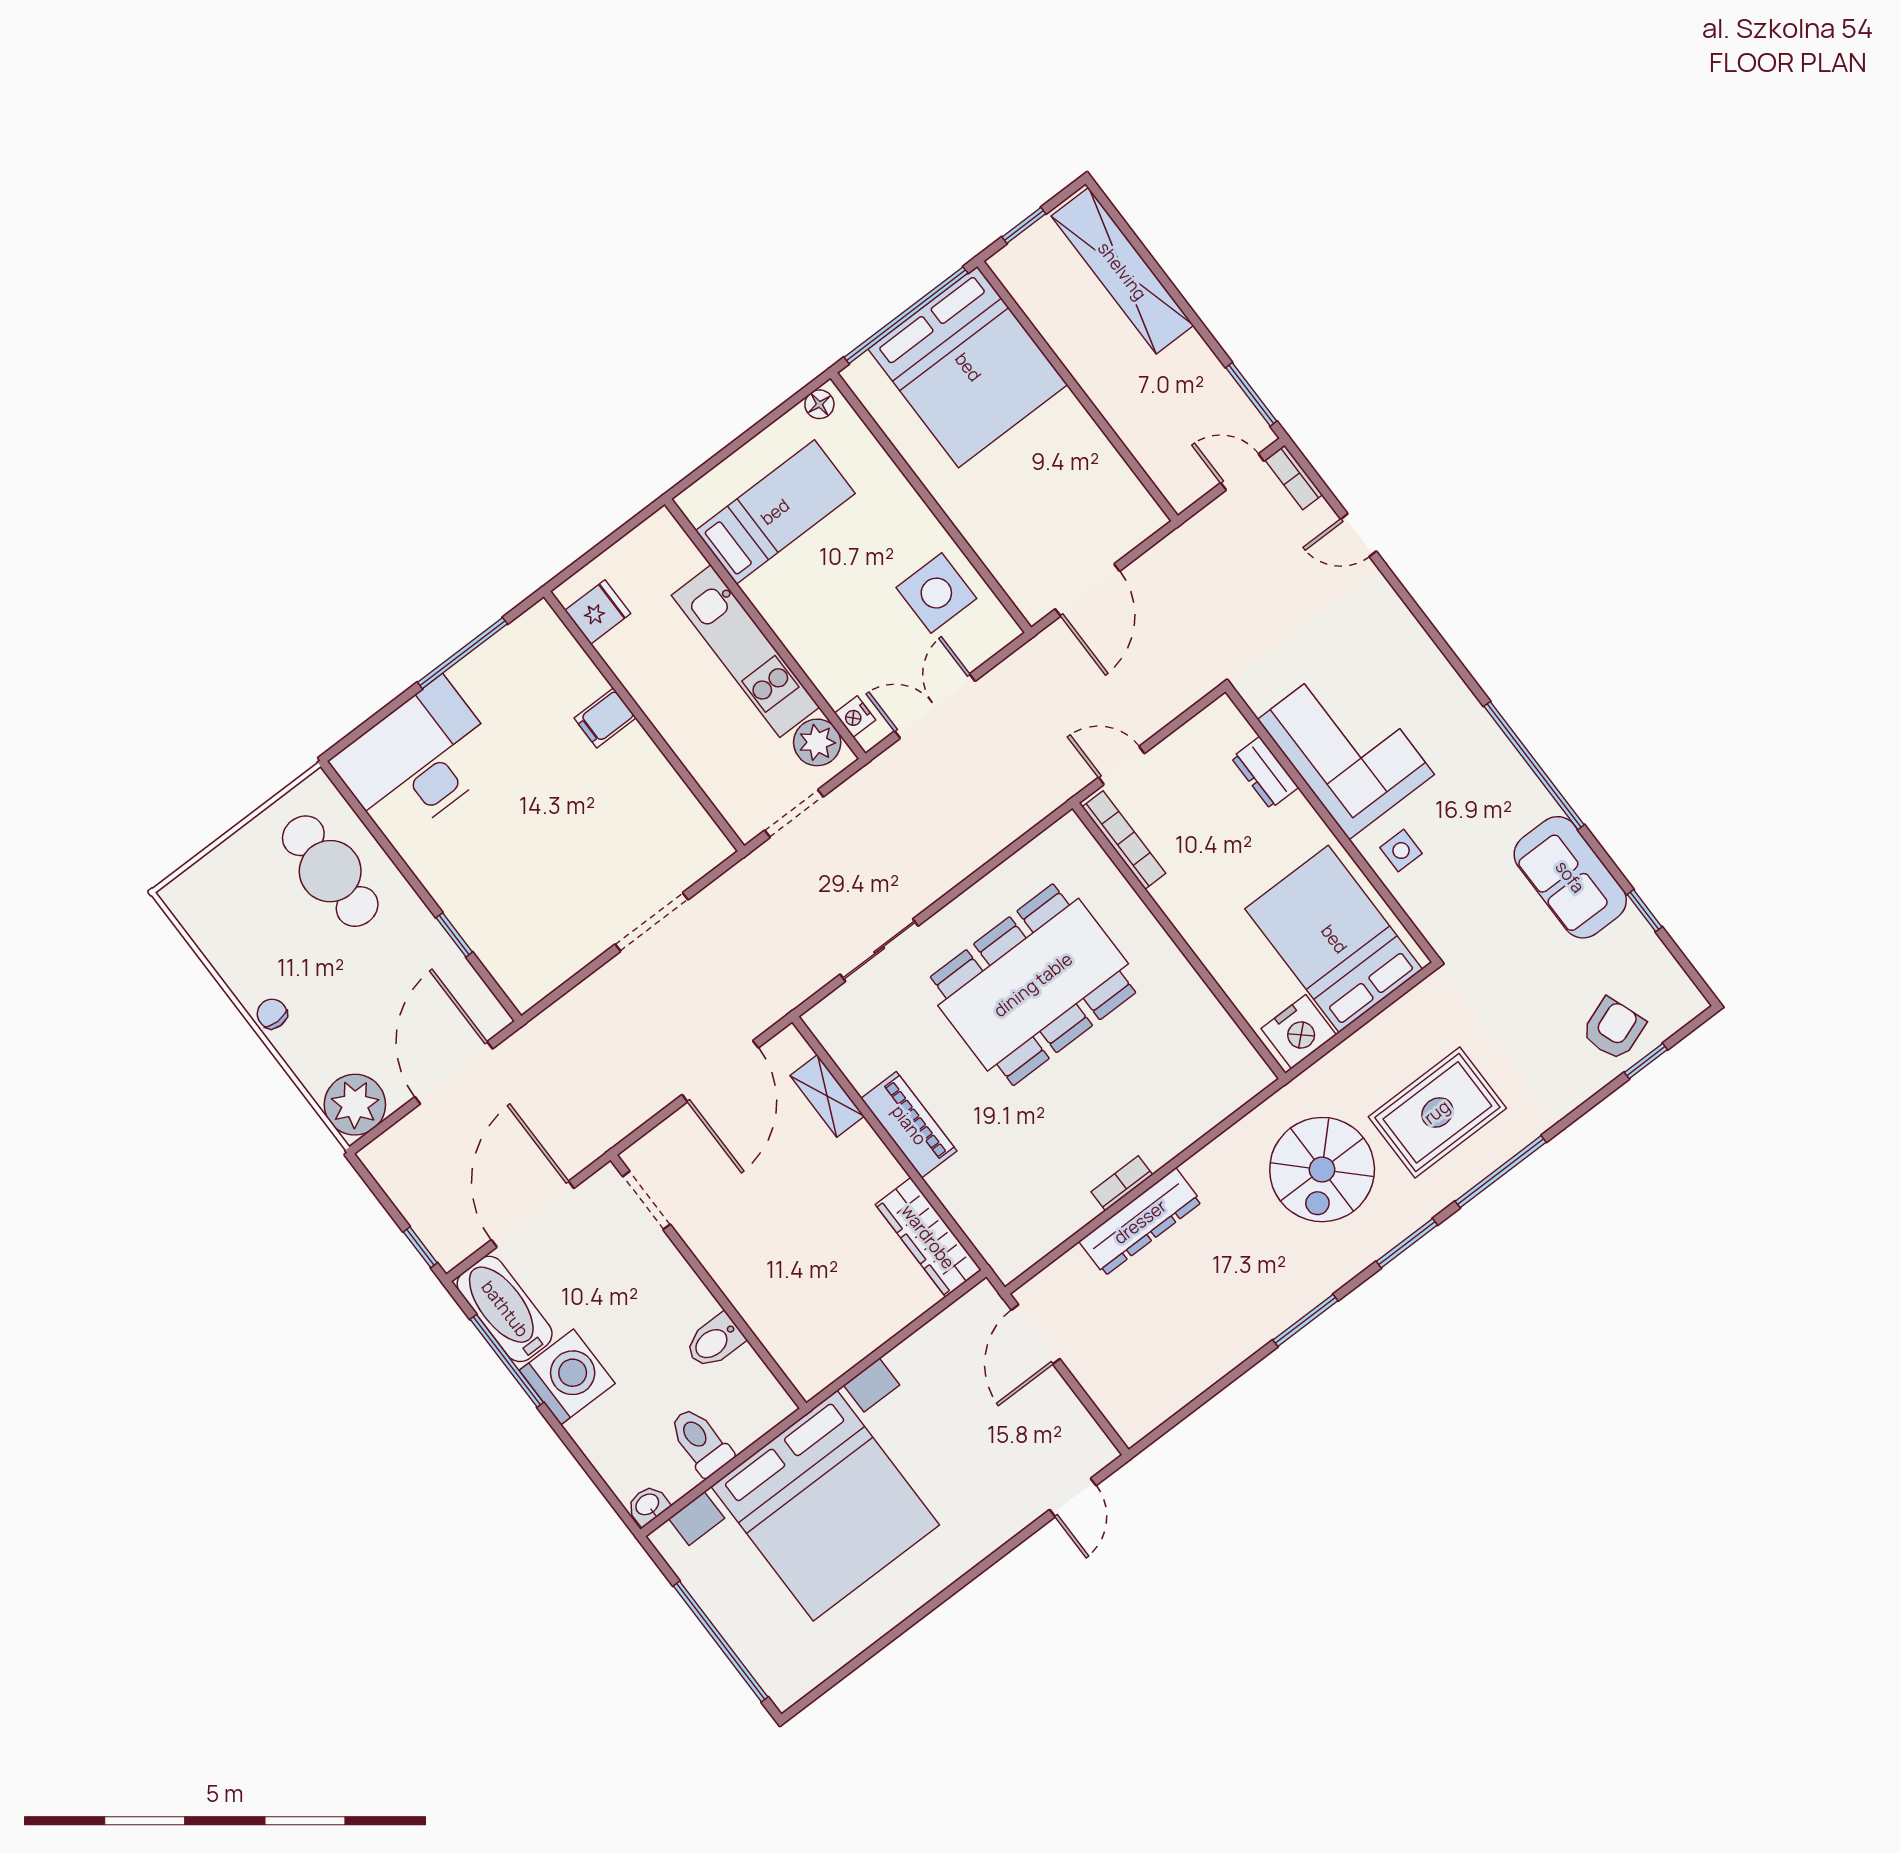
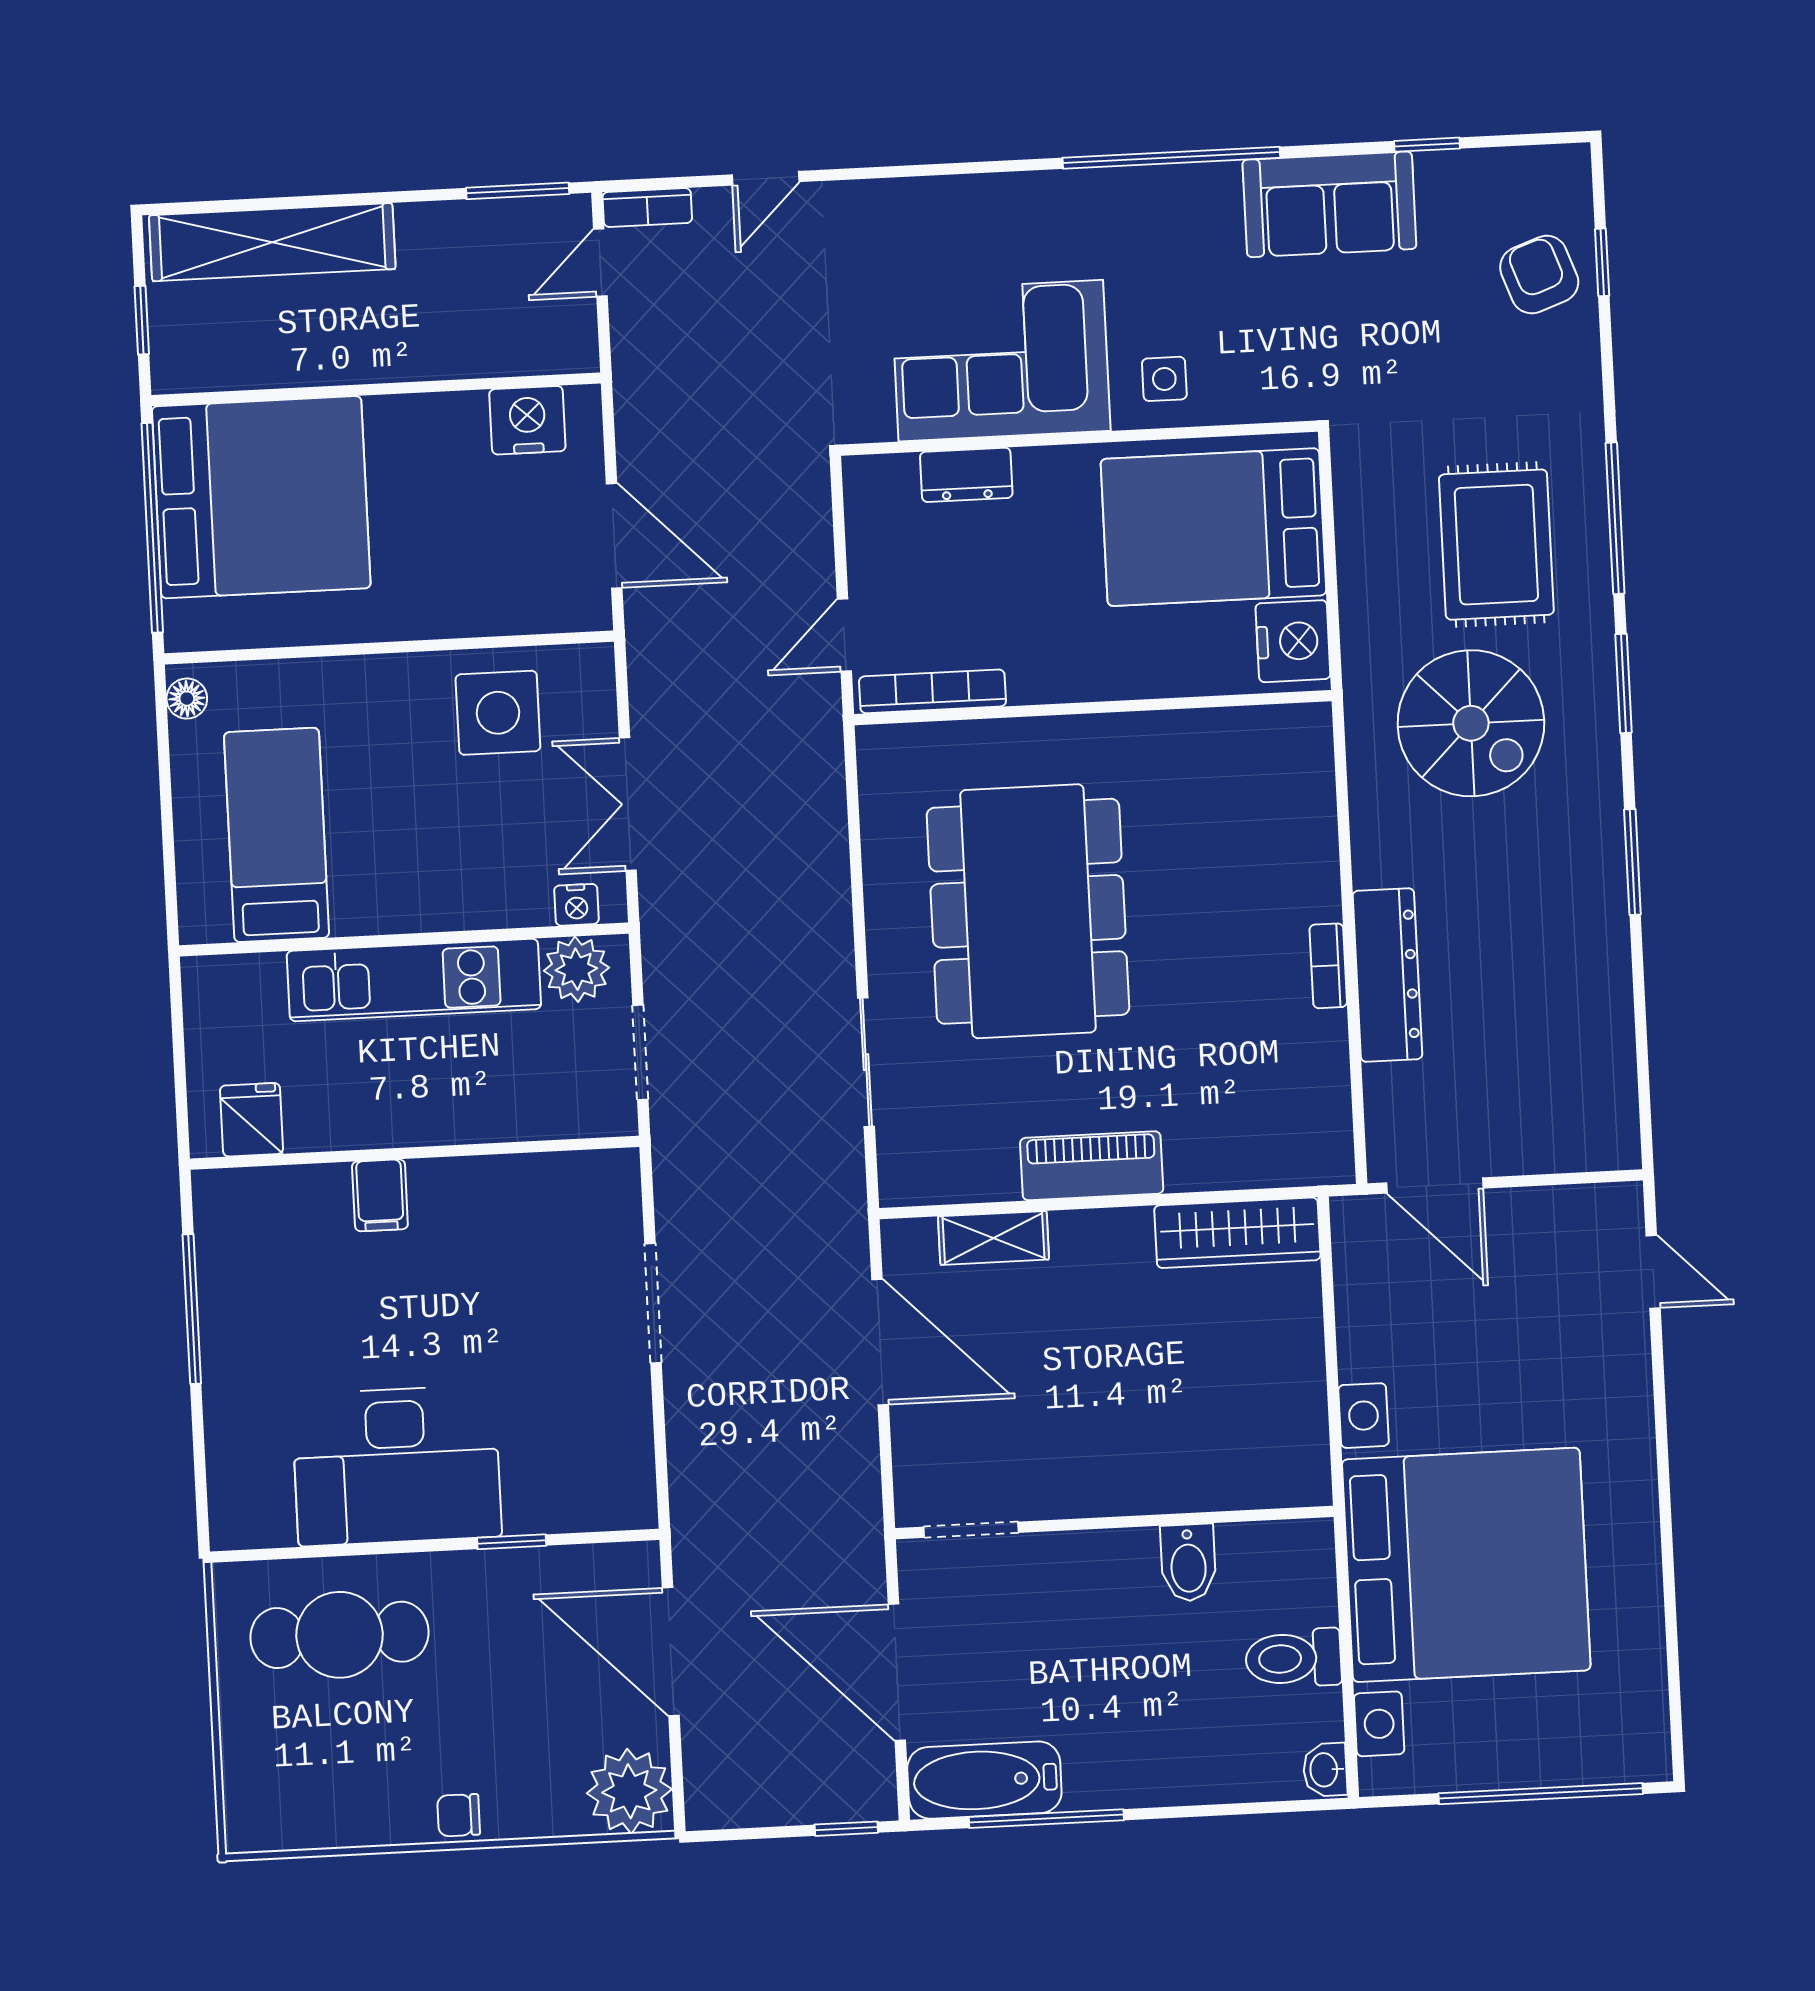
nightstand: (1120, 492) -> (527, 420), added
desk: (418, 761) -> (397, 1466), moved, turned -90
washing machine: (567, 1377) -> (1113, 1761), removed

